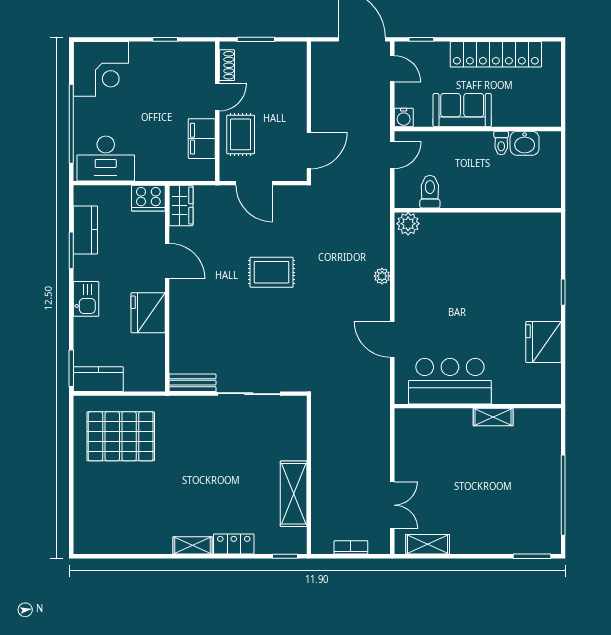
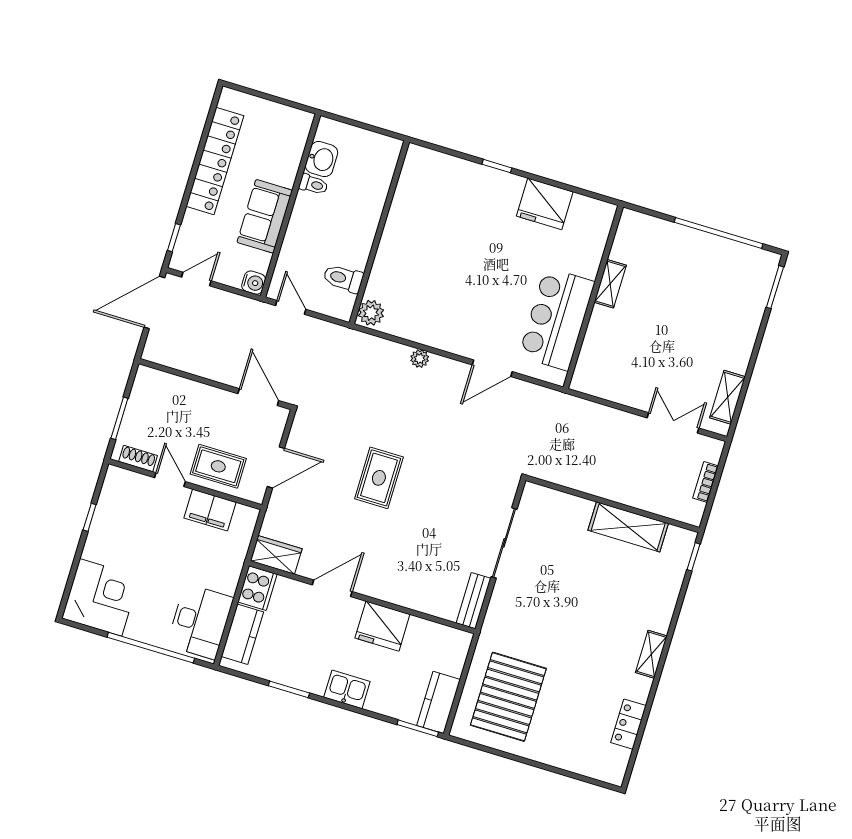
kitchen counter: (85, 230) -> (242, 634), moved, turned 90
locker: (234, 544) -> (628, 724), moved

